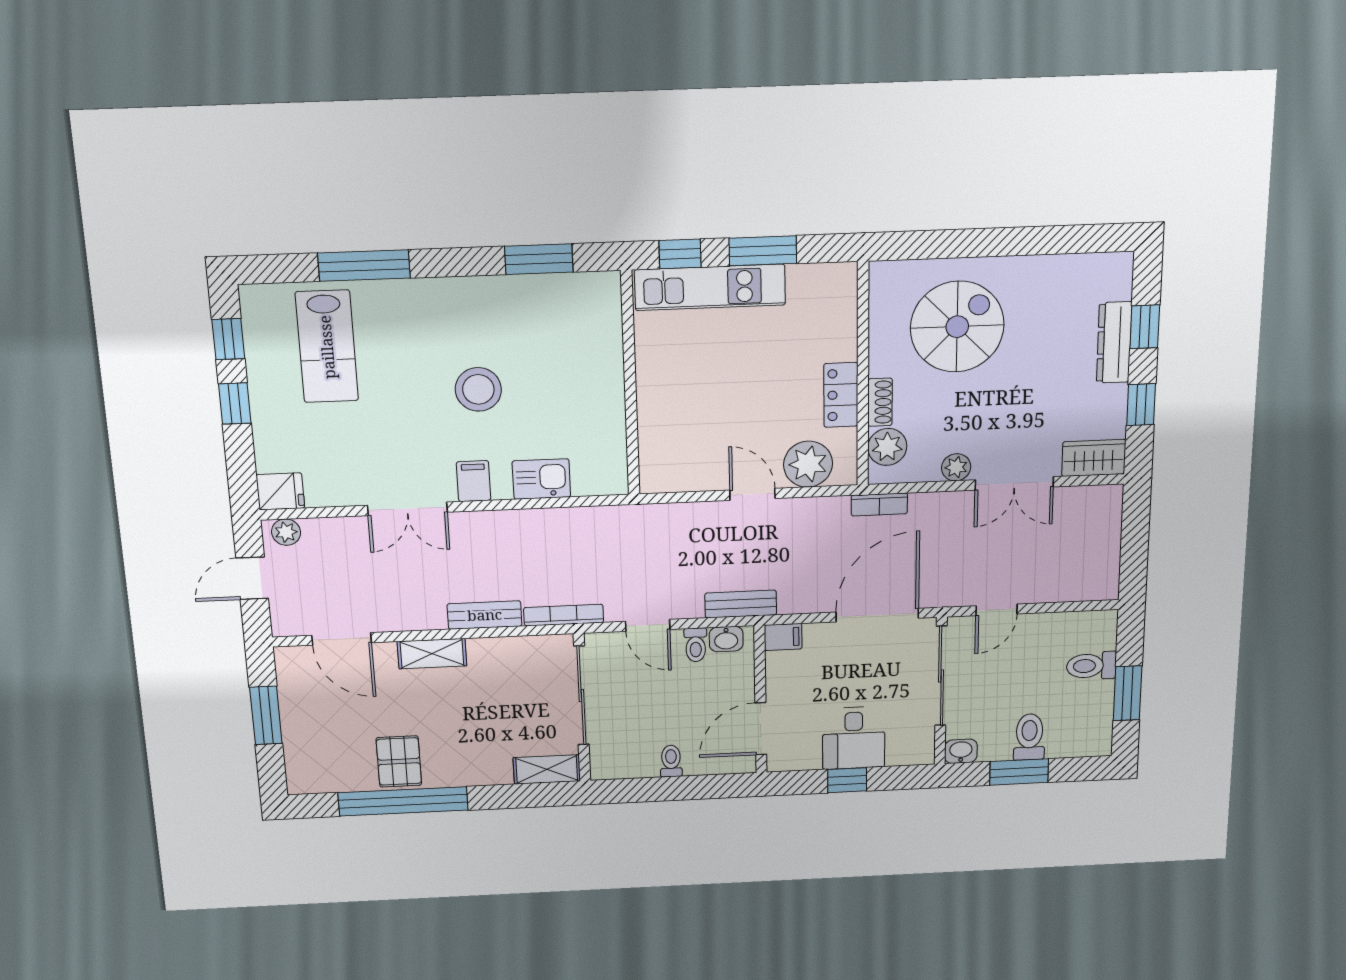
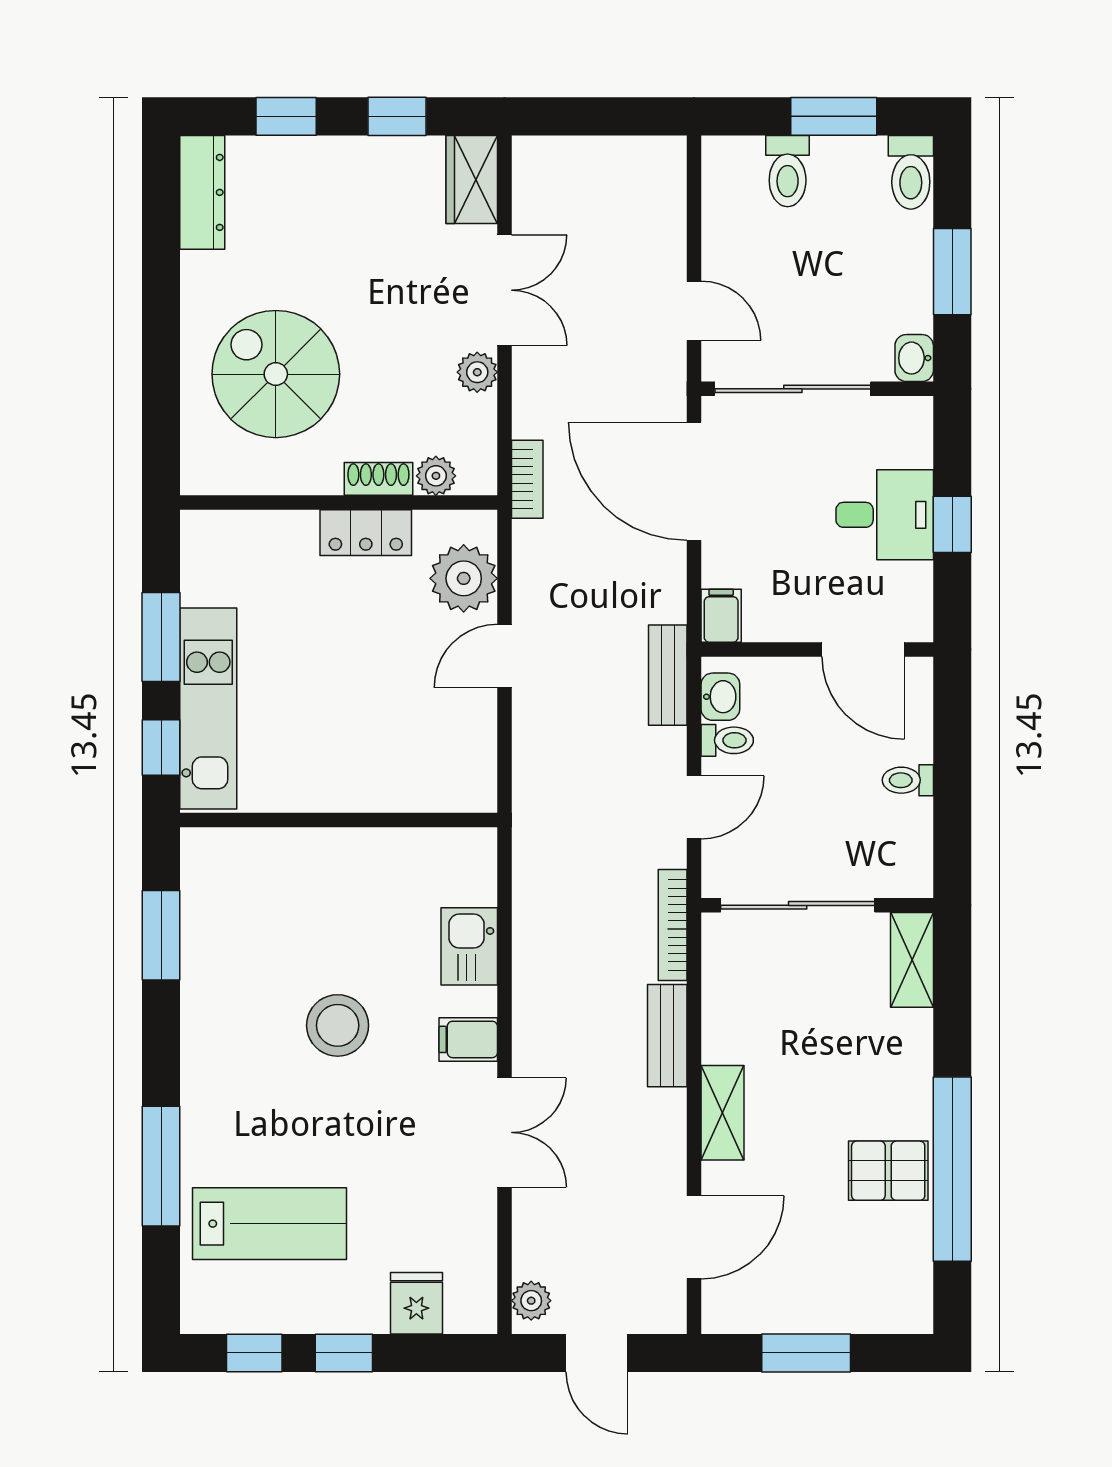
dresser: (1114, 343) -> (202, 192), moved, turned -90
plant: (887, 447) -> (436, 476), width x0.73, depth x0.73
fridge: (280, 491) -> (416, 1303), moved
toilet: (1029, 737) -> (911, 172), moved, turned -90

